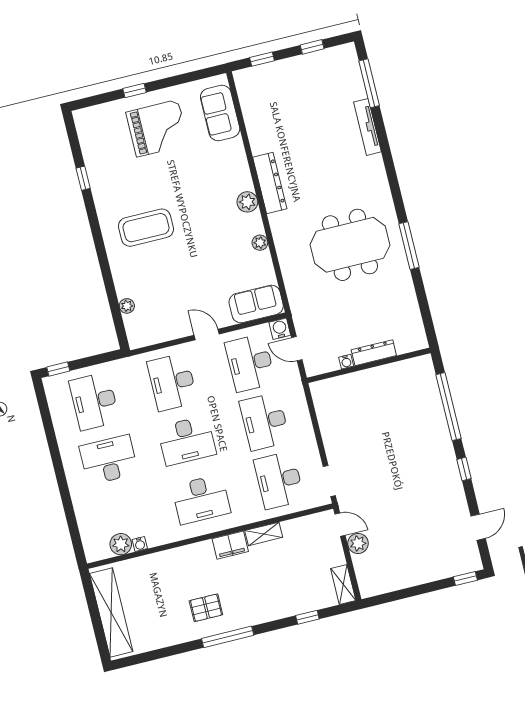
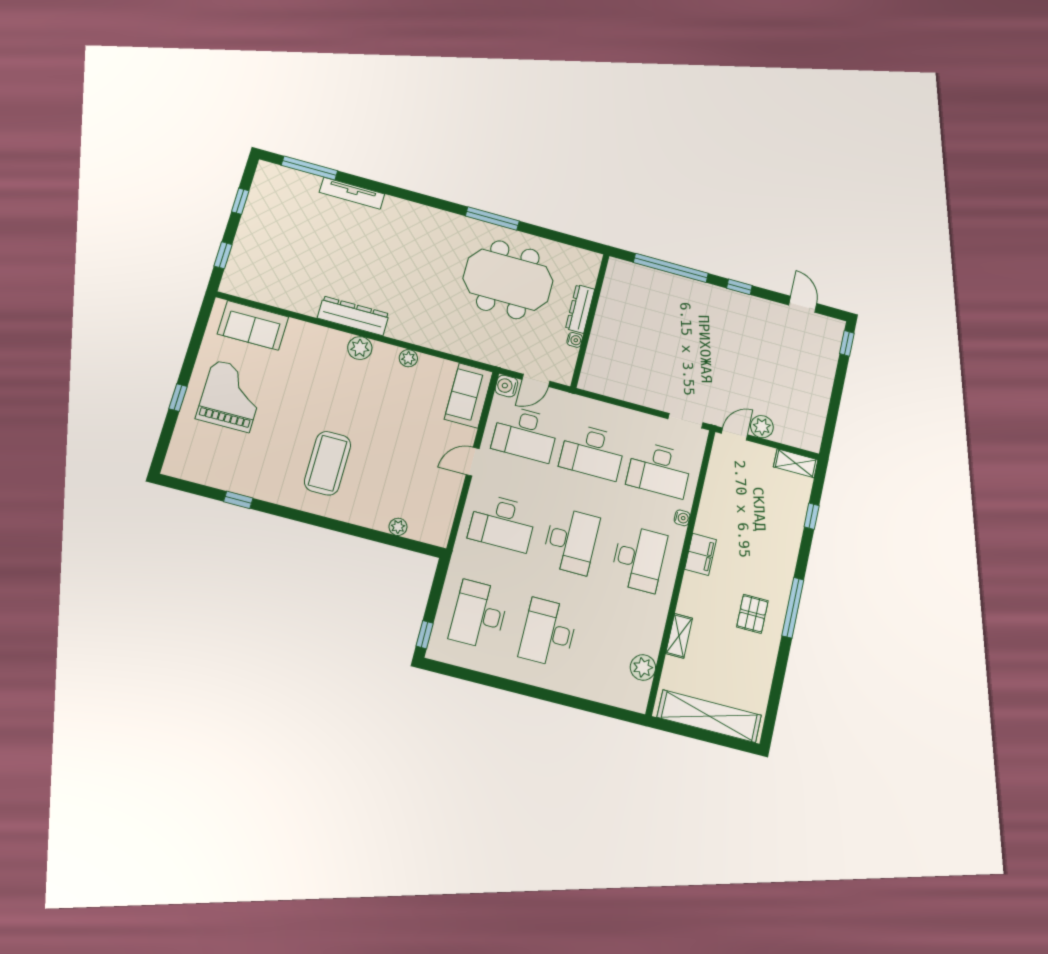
meeting table: (350, 245) -> (508, 280), moved, turned 90
desk: (94, 401) -> (479, 615), turned 90
shelving: (264, 534) -> (679, 636), moved
water cooler: (140, 544) -> (682, 518), moved

